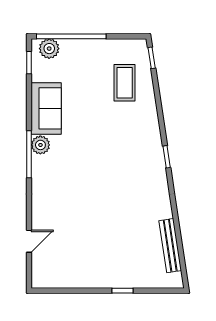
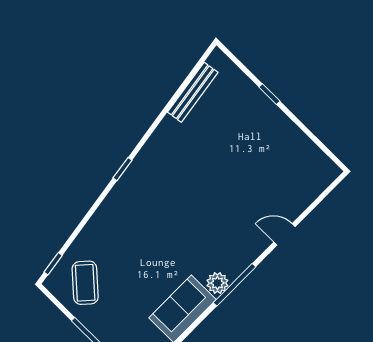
coffee table: (125, 83) -> (85, 283), moved, turned -48
door: (29, 241) -> (285, 234), moved

